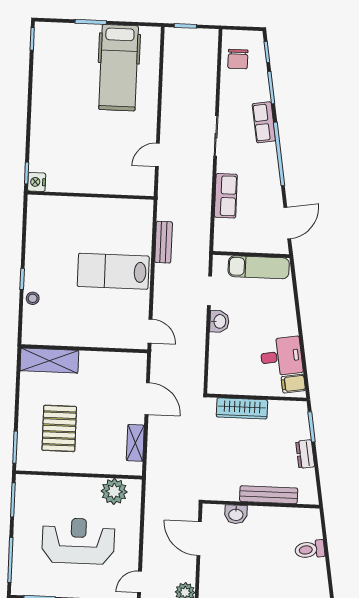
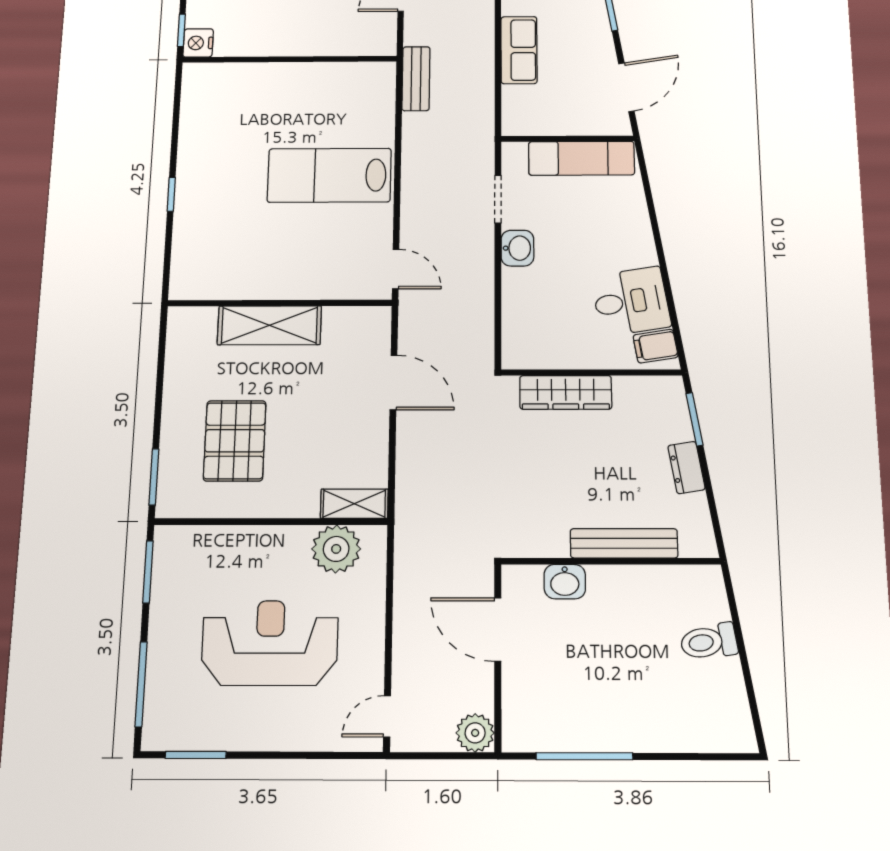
bench: (164, 242) -> (416, 79), moved
stool: (33, 298) -> (189, 224), removed
shelving: (49, 361) -> (269, 325), moved
shelving: (135, 443) -> (354, 504), moved, turned 90

